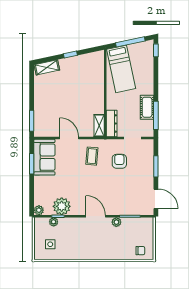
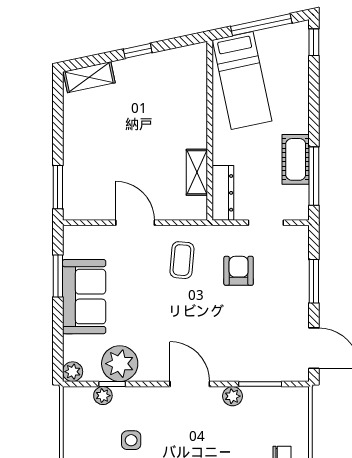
shelving: (99, 126) -> (197, 172), moved
sofa: (44, 157) -> (84, 297), moved
side table: (50, 244) -> (131, 440), moved

